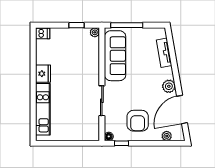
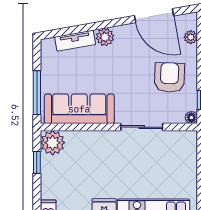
plant: (95, 32) -> (53, 143), width x1.87, depth x1.87
plant: (169, 86) -> (105, 37), moved
armchair: (138, 121) -> (169, 77), turned -88

